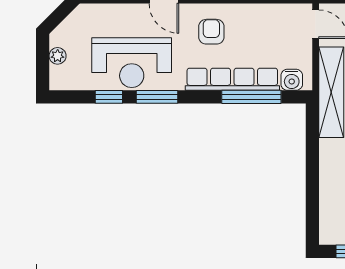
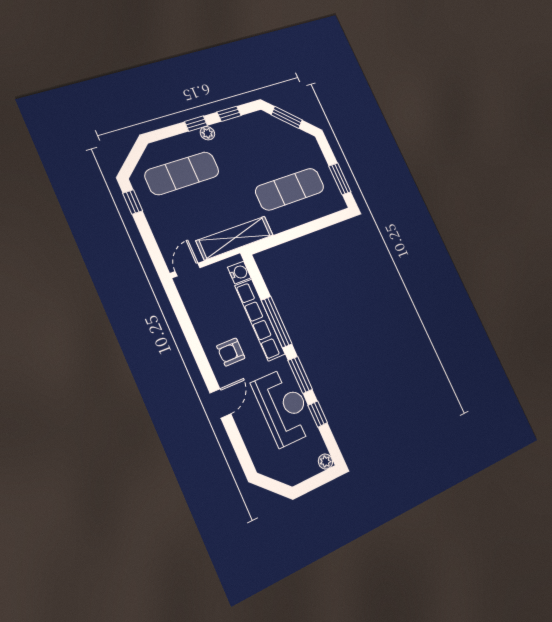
plant: (58, 56) -> (325, 462), moved
window: (251, 97) -> (277, 322), moved

